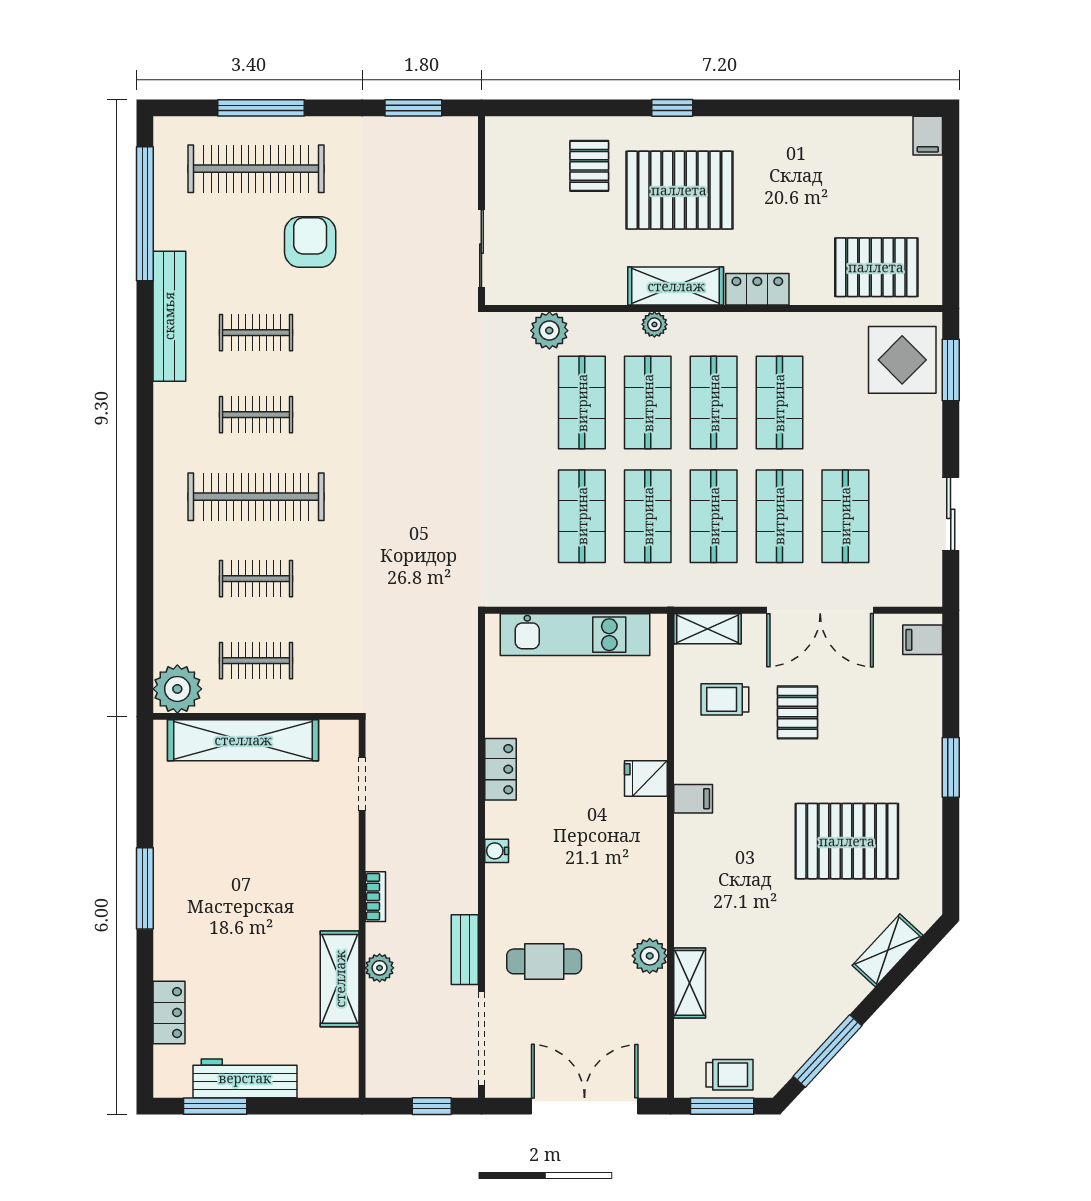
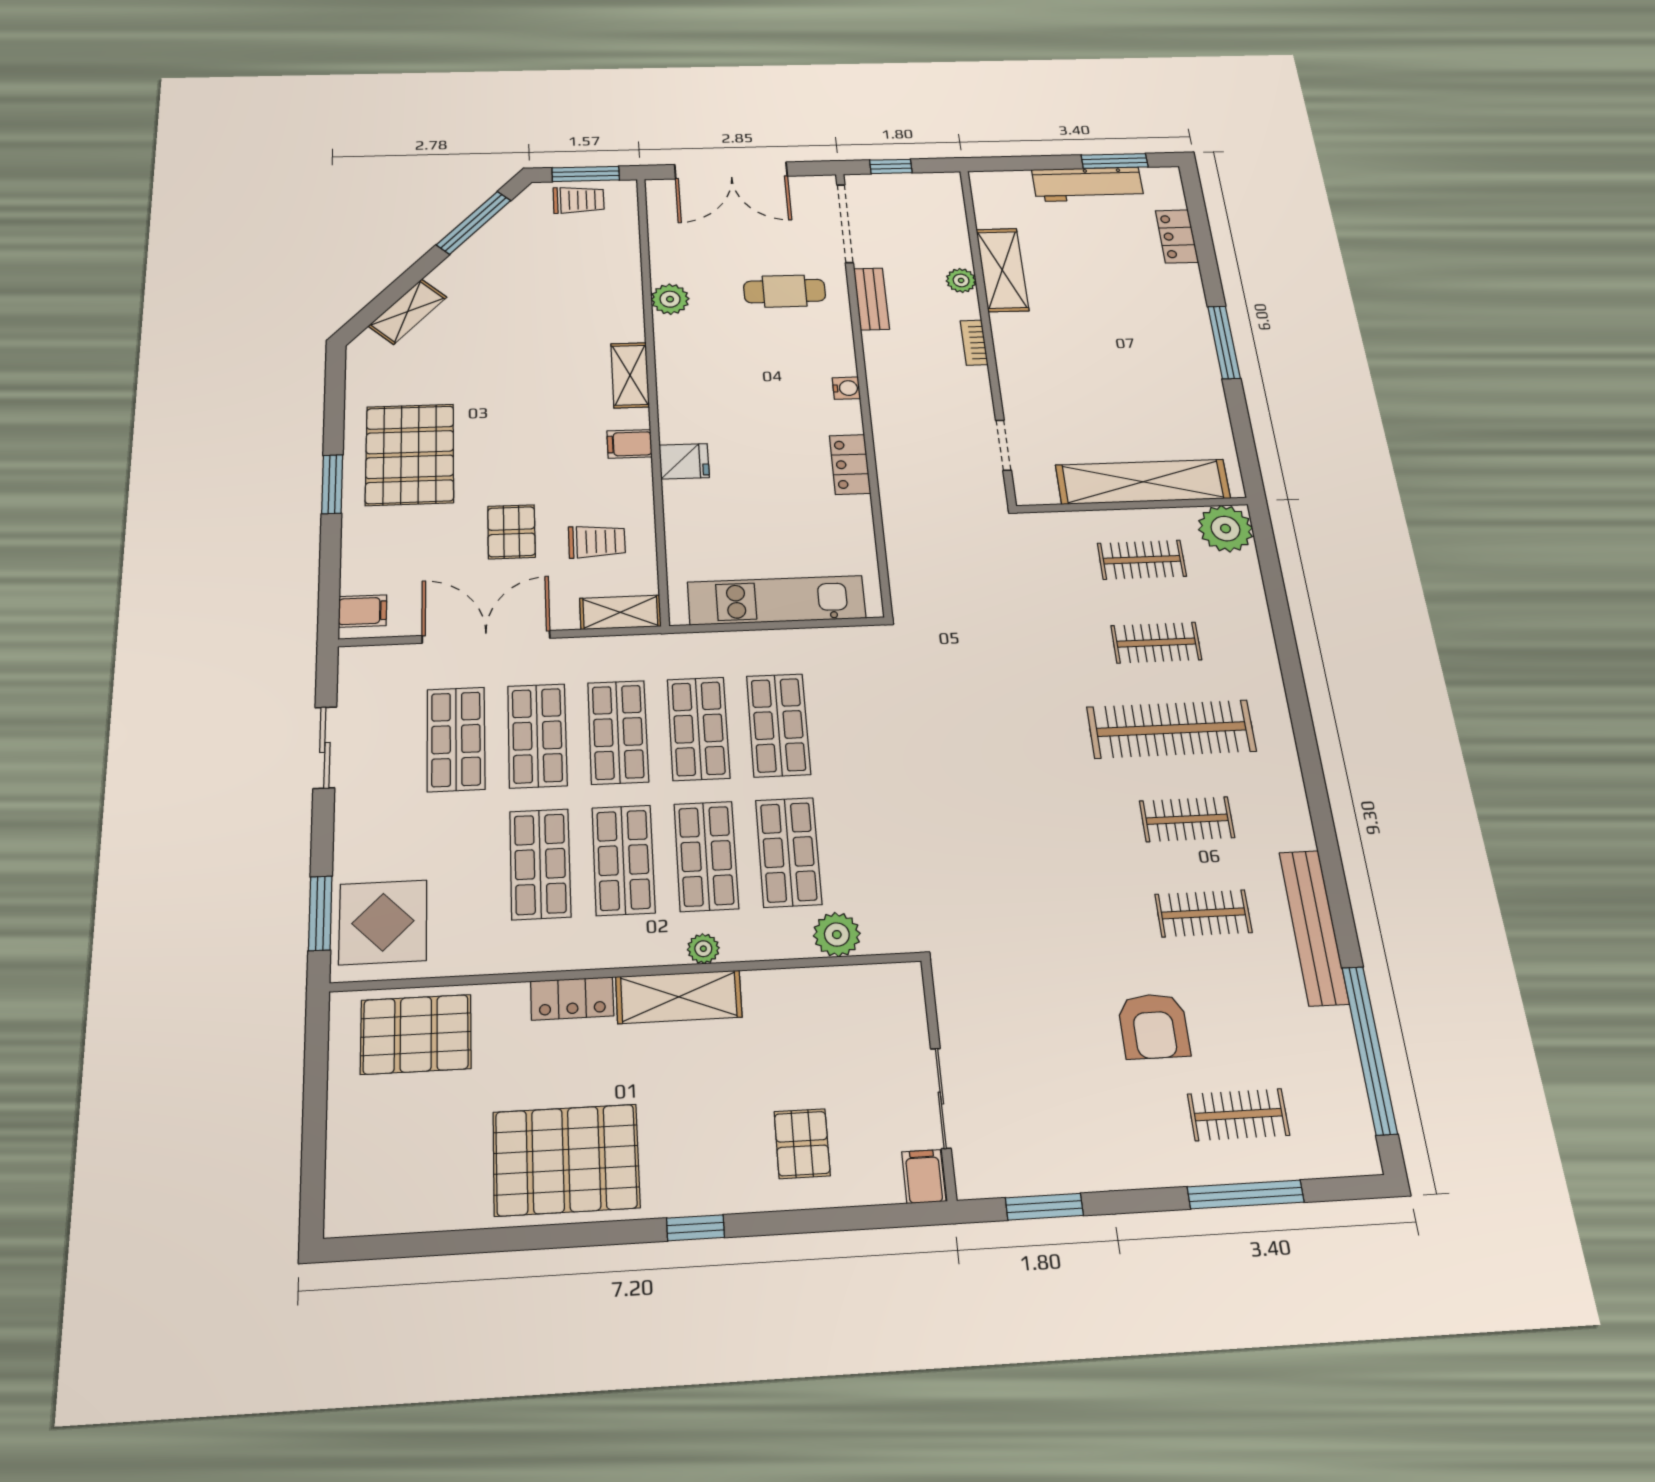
filing cabinet: (928, 136) -> (924, 1176), moved
clothes rail: (256, 169) -> (1238, 1115), width x0.54, depth x0.76
pallet: (679, 190) -> (566, 1160), moved
sliding door: (481, 249) -> (941, 1098), moved
pallet: (847, 841) -> (410, 454), moved, turned 90
shelving: (690, 983) -> (630, 375), moved
trolley: (730, 1075) -> (579, 200), turned 180

